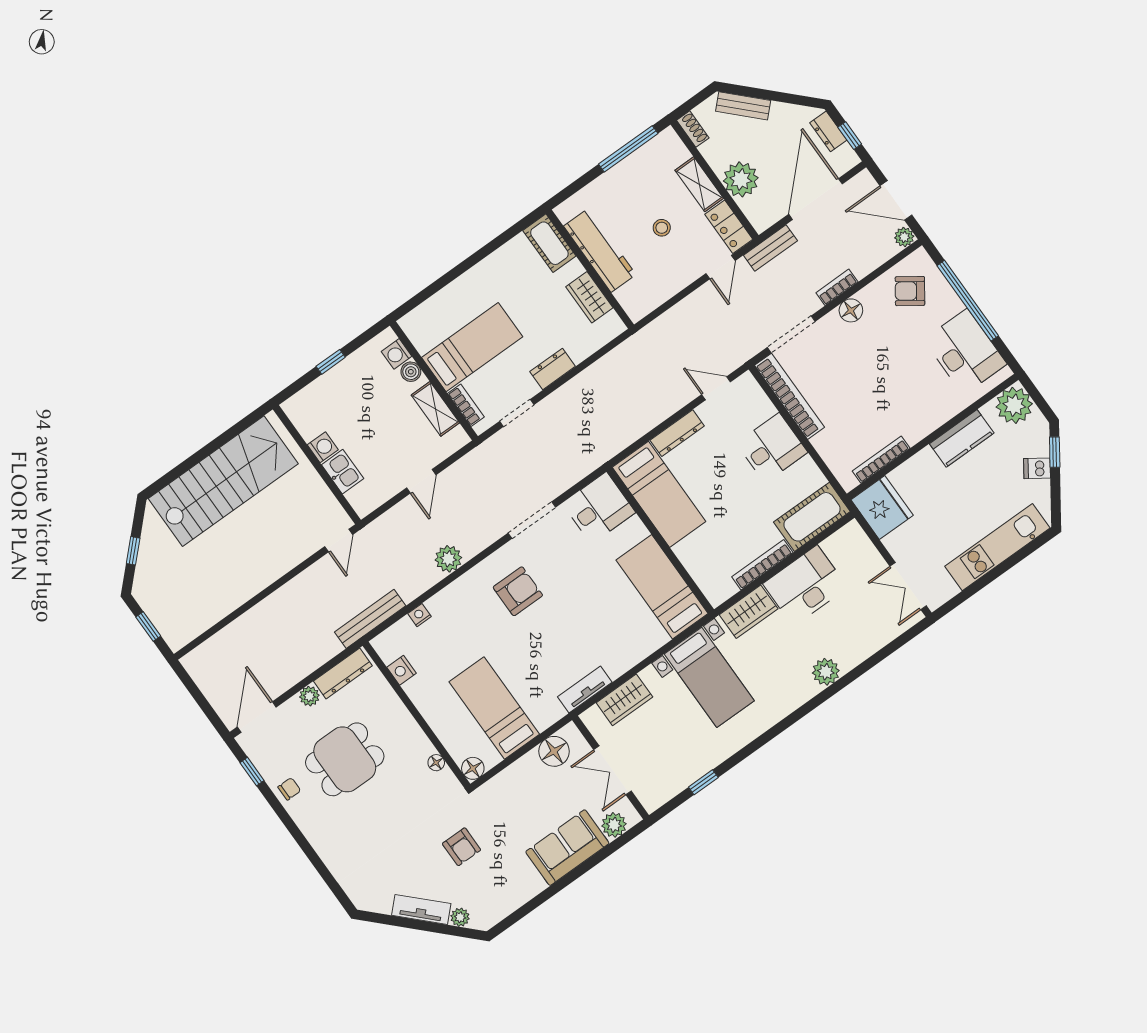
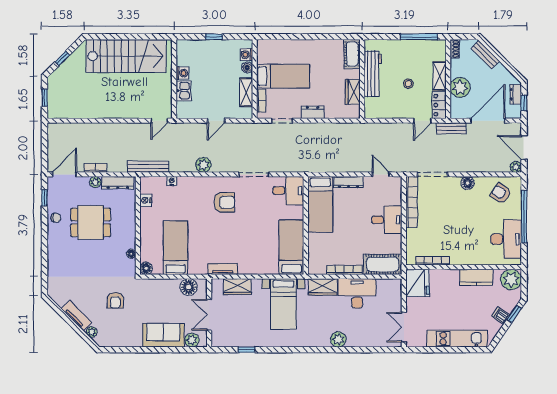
bookcase: (837, 287) -> (95, 168), moved

